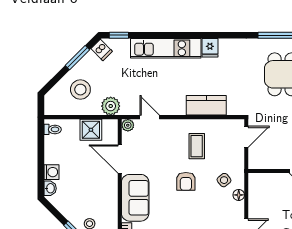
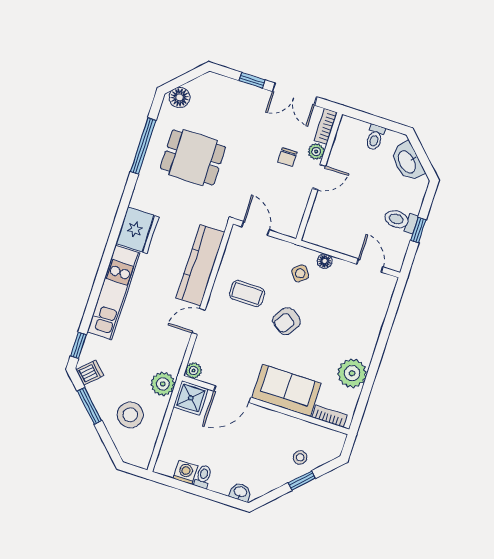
fridge: (210, 48) -> (137, 230), width x1.88, depth x1.34
kitchen counter: (206, 105) -> (200, 265), width x1.50
door: (150, 117) -> (198, 321), moved
toilet: (53, 129) -> (203, 477), moved
shower: (91, 130) -> (191, 398), moved
washing machine: (52, 172) -> (185, 472), moved
armchair: (186, 181) -> (286, 321), turned 124

